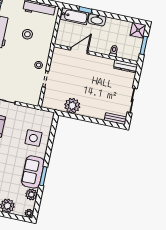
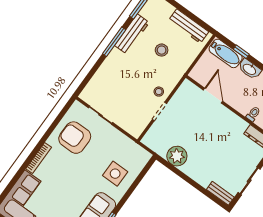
door: (79, 51) -> (213, 96), hinge flipped

